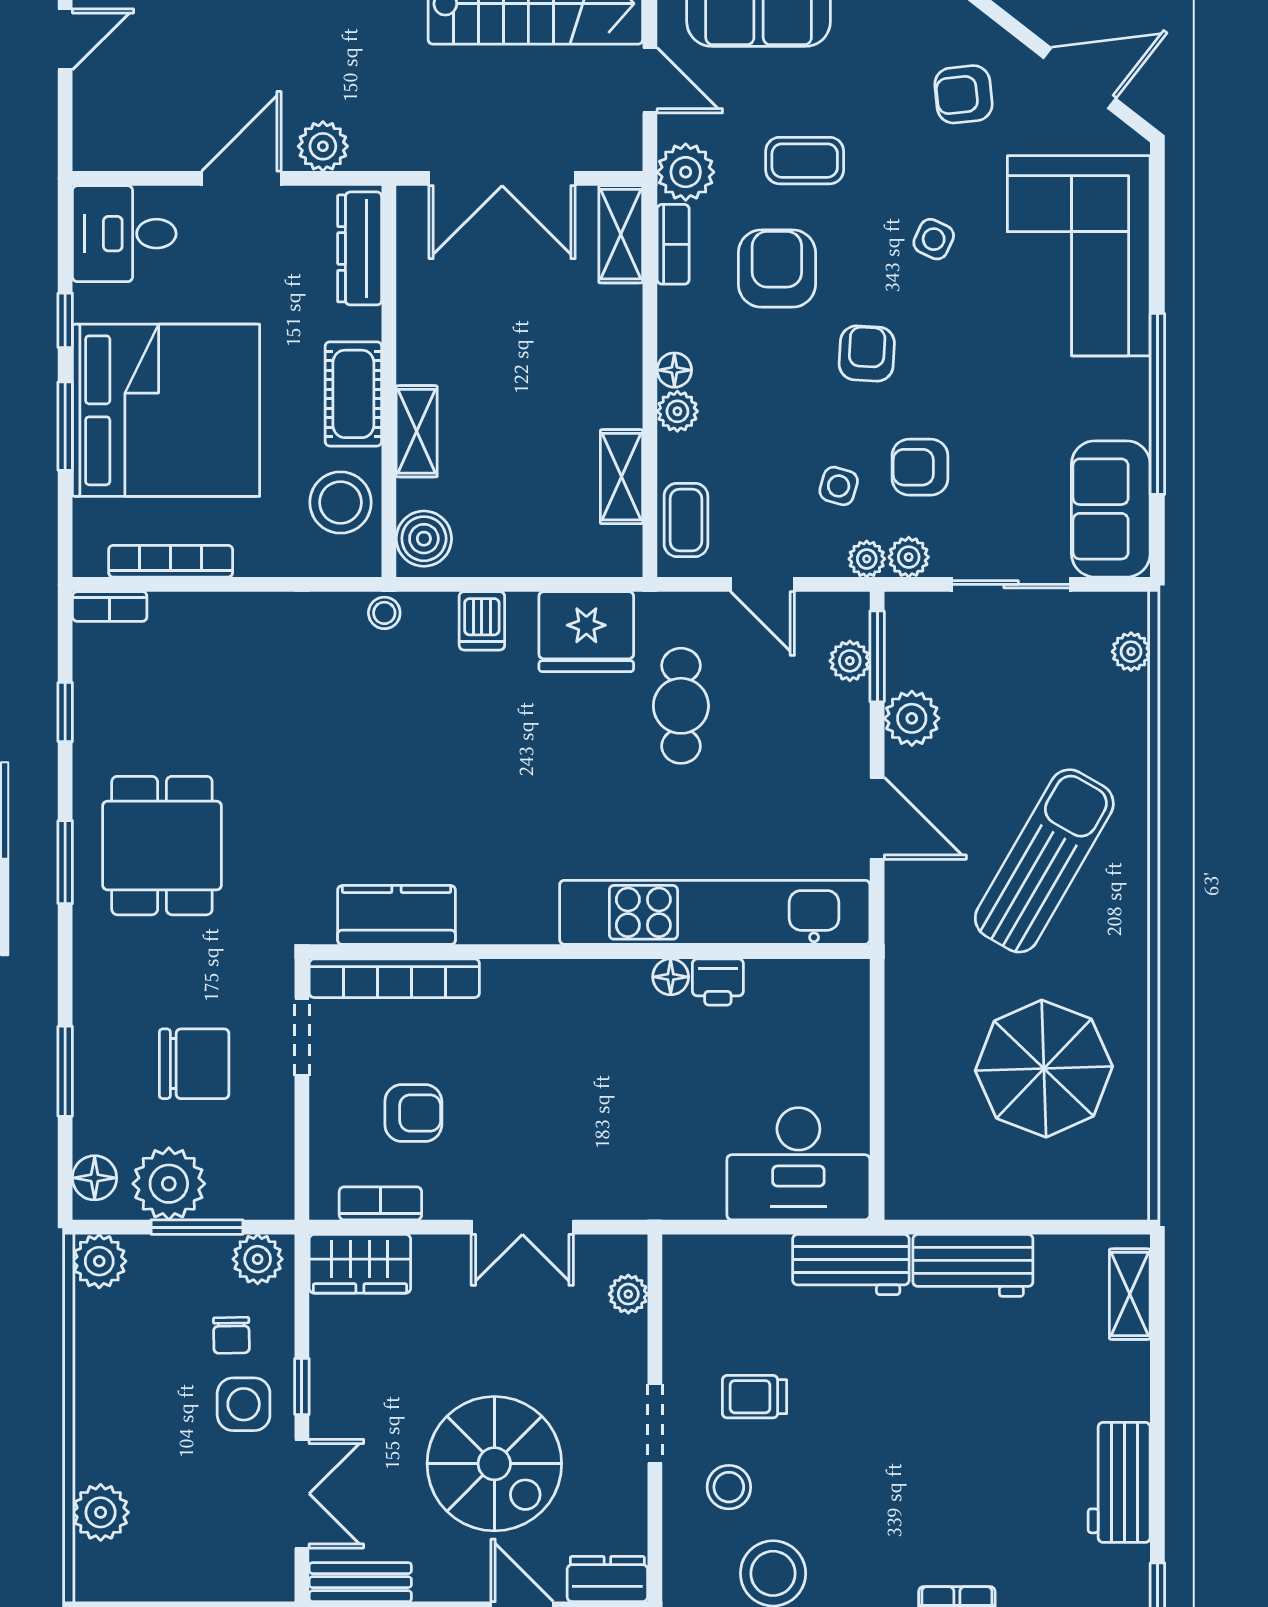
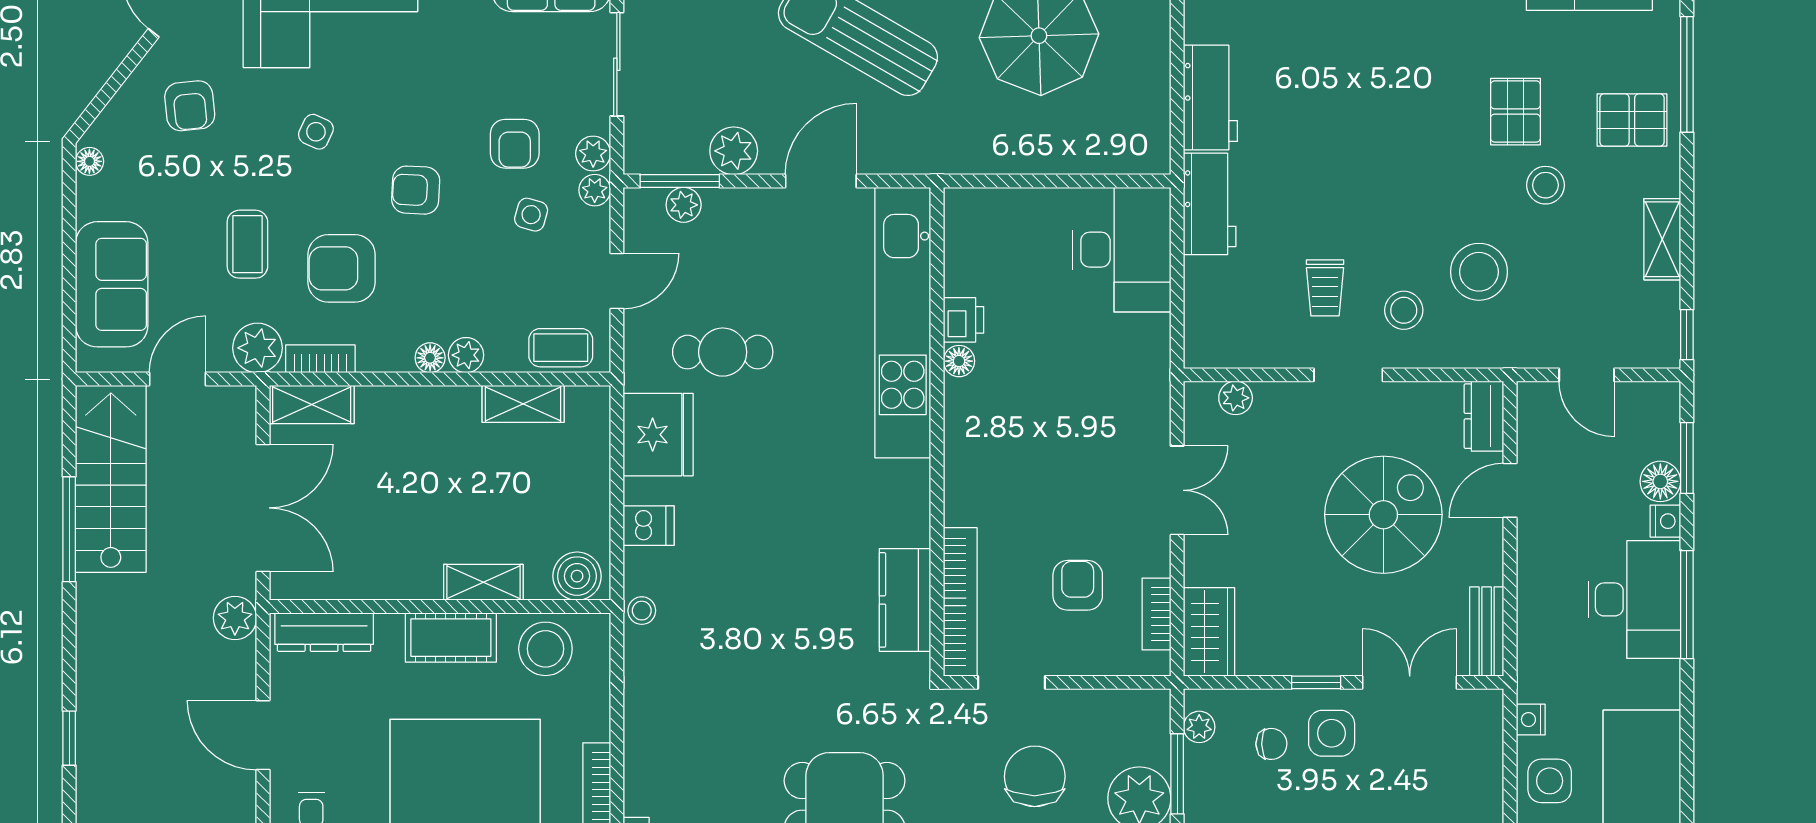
plant: (323, 146) -> (235, 618), moved
plant: (258, 1259) -> (1199, 727), width x0.73, depth x0.73

